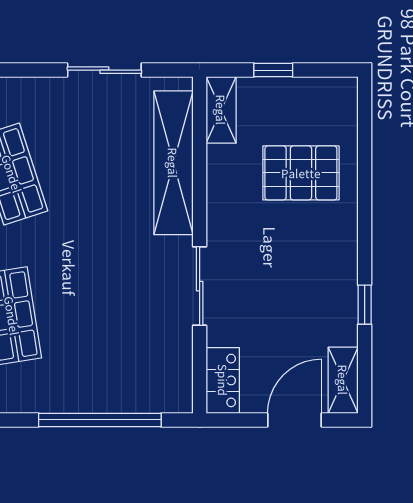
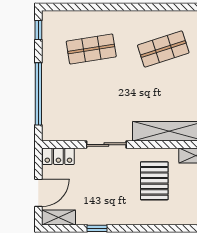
pallet: (301, 173) -> (154, 181), moved
door: (295, 420) -> (38, 193), hinge flipped

